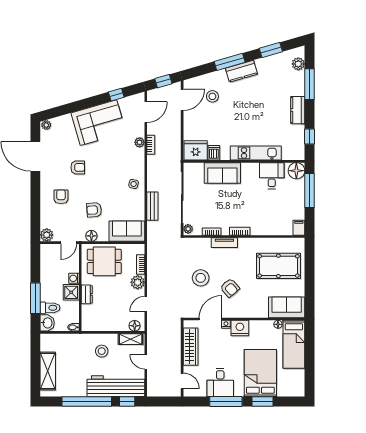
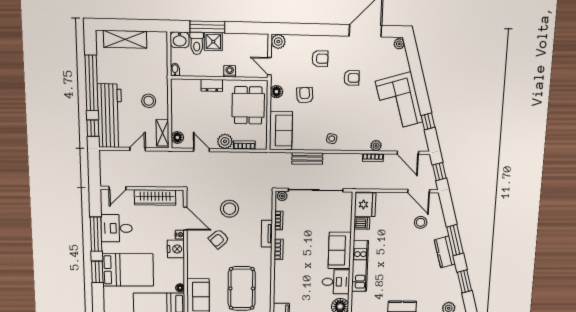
armchair: (78, 167) -> (352, 78), turned -90
sofa: (222, 173) -> (340, 250), moved
shower: (71, 292) -> (213, 42), moved

